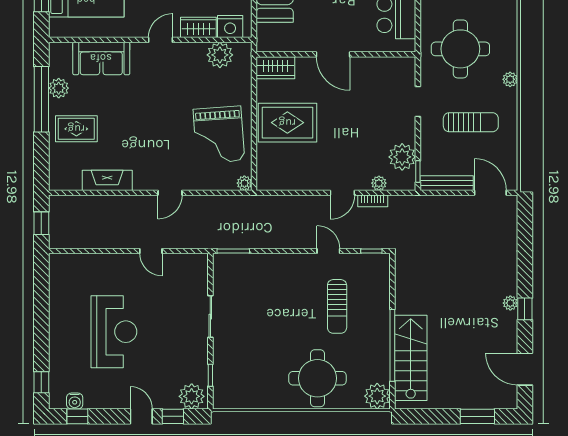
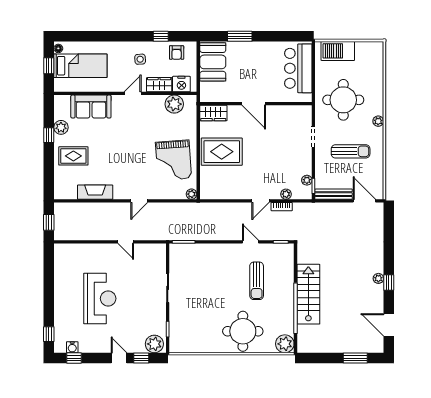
window: (41, 99) -> (49, 135), width x0.32
plant: (402, 157) -> (307, 180), width x0.53, depth x0.53
stairs: (411, 358) -> (308, 294), moved

